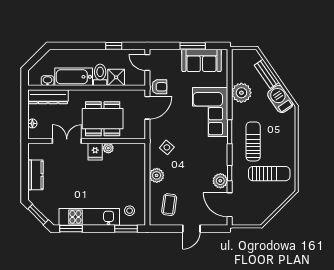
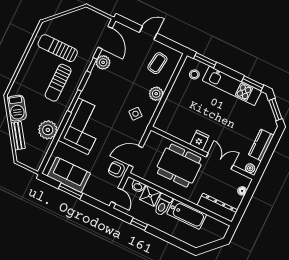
washbasin: (48, 81) -> (138, 186), moved
double door: (67, 141) -> (220, 161), swing flipped
plant: (108, 148) -> (250, 168), moved

